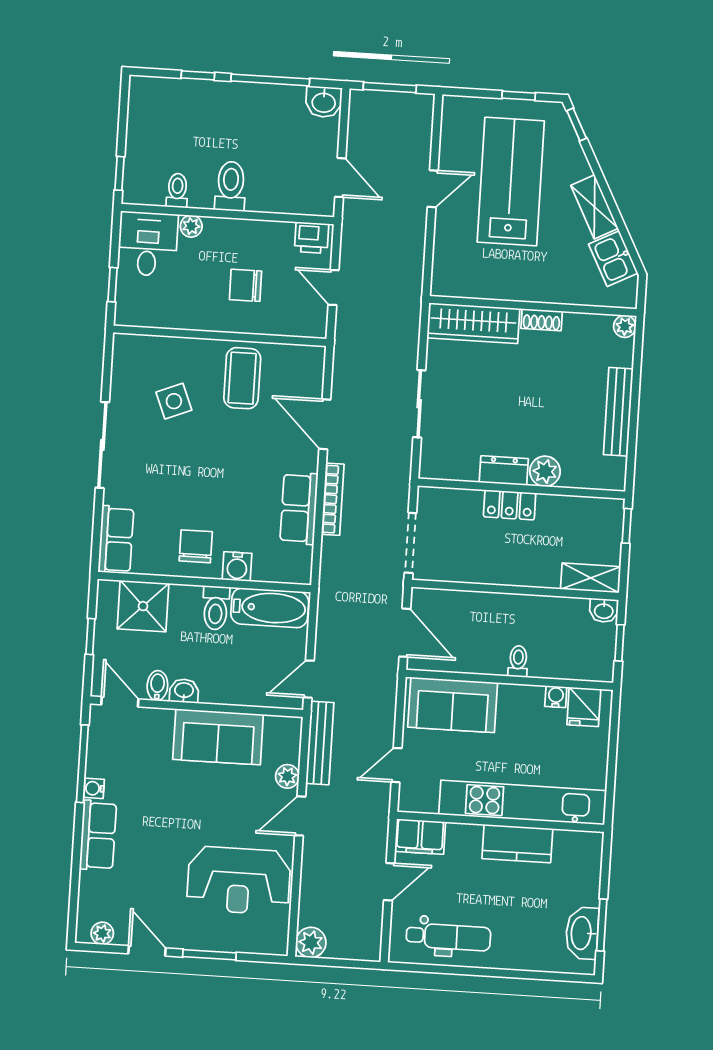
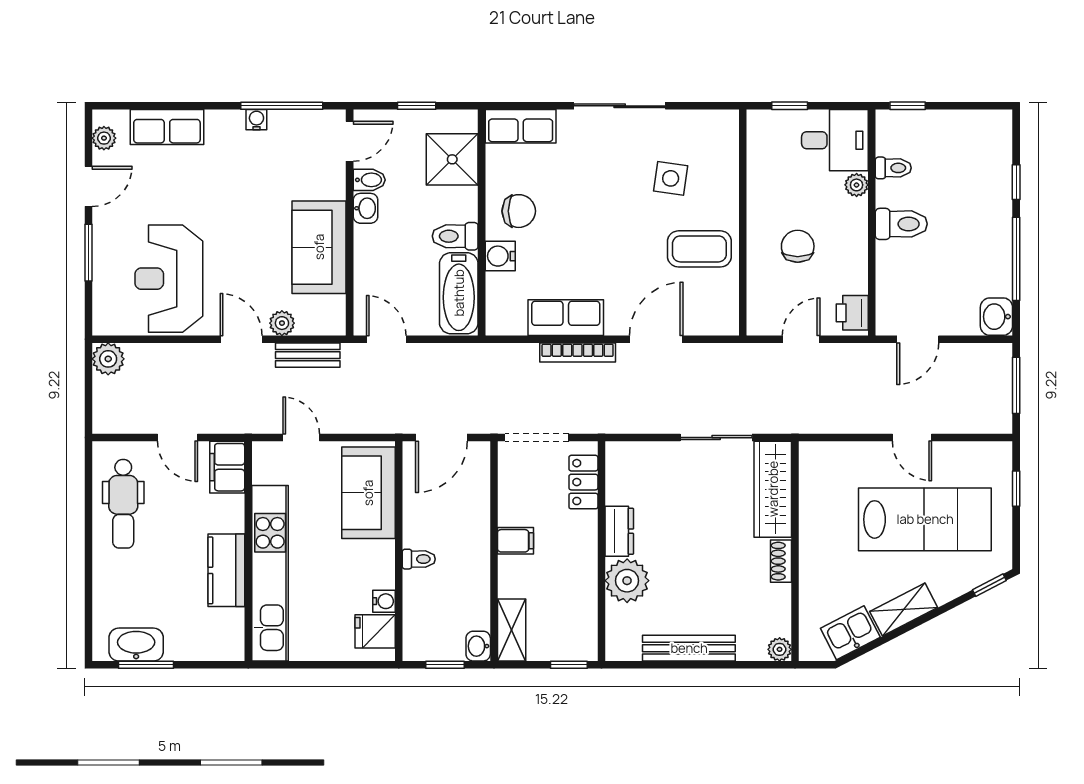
window: (519, 96) -> (1016, 489), moved
side table: (174, 401) -> (671, 178), turned 30
sliding door: (419, 404) -> (716, 438), moved
plant: (545, 471) -> (627, 581), width x1.36, depth x1.36
locker: (510, 505) -> (583, 482), moved
filing cabinet: (507, 569) -> (516, 541), added
bench: (320, 743) -> (308, 355), width x0.73
row of seats: (98, 835) -> (167, 127), moved

